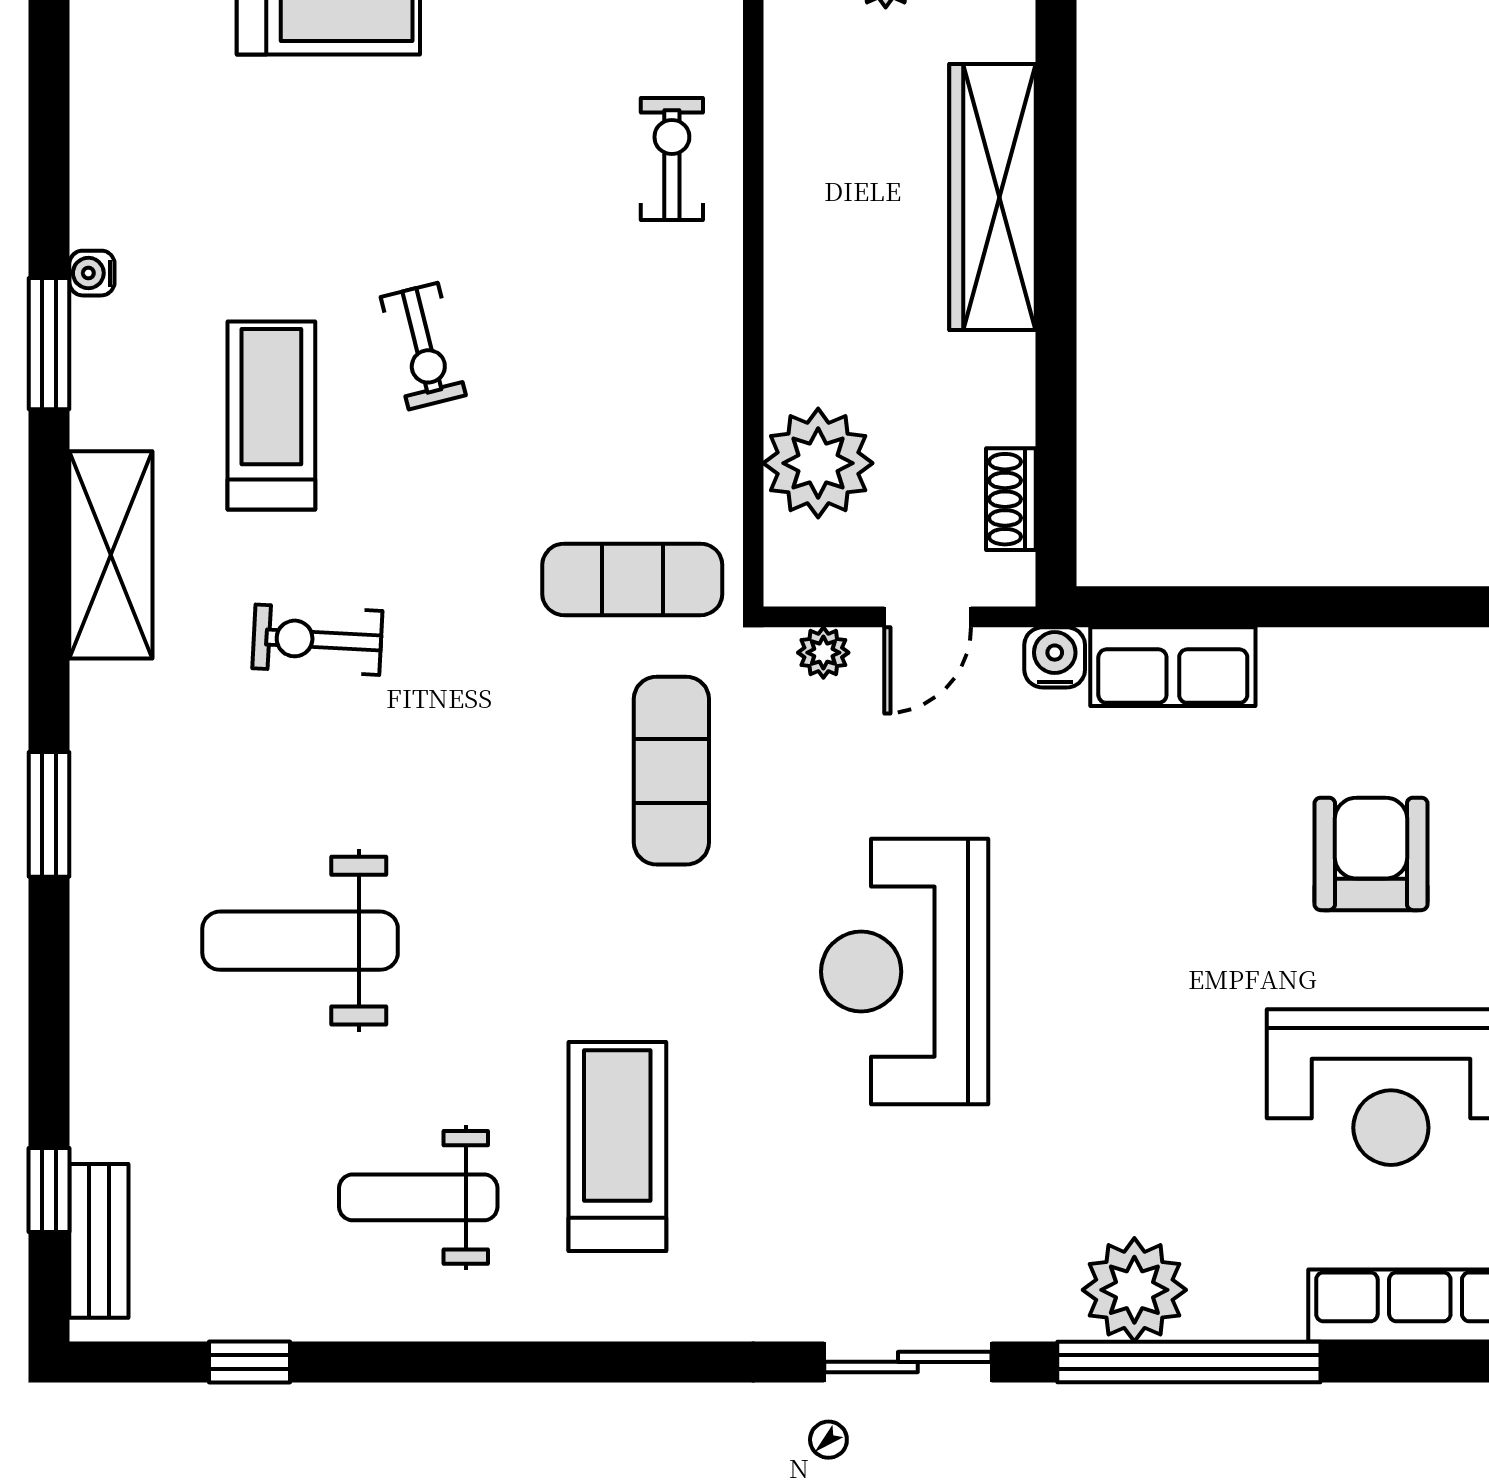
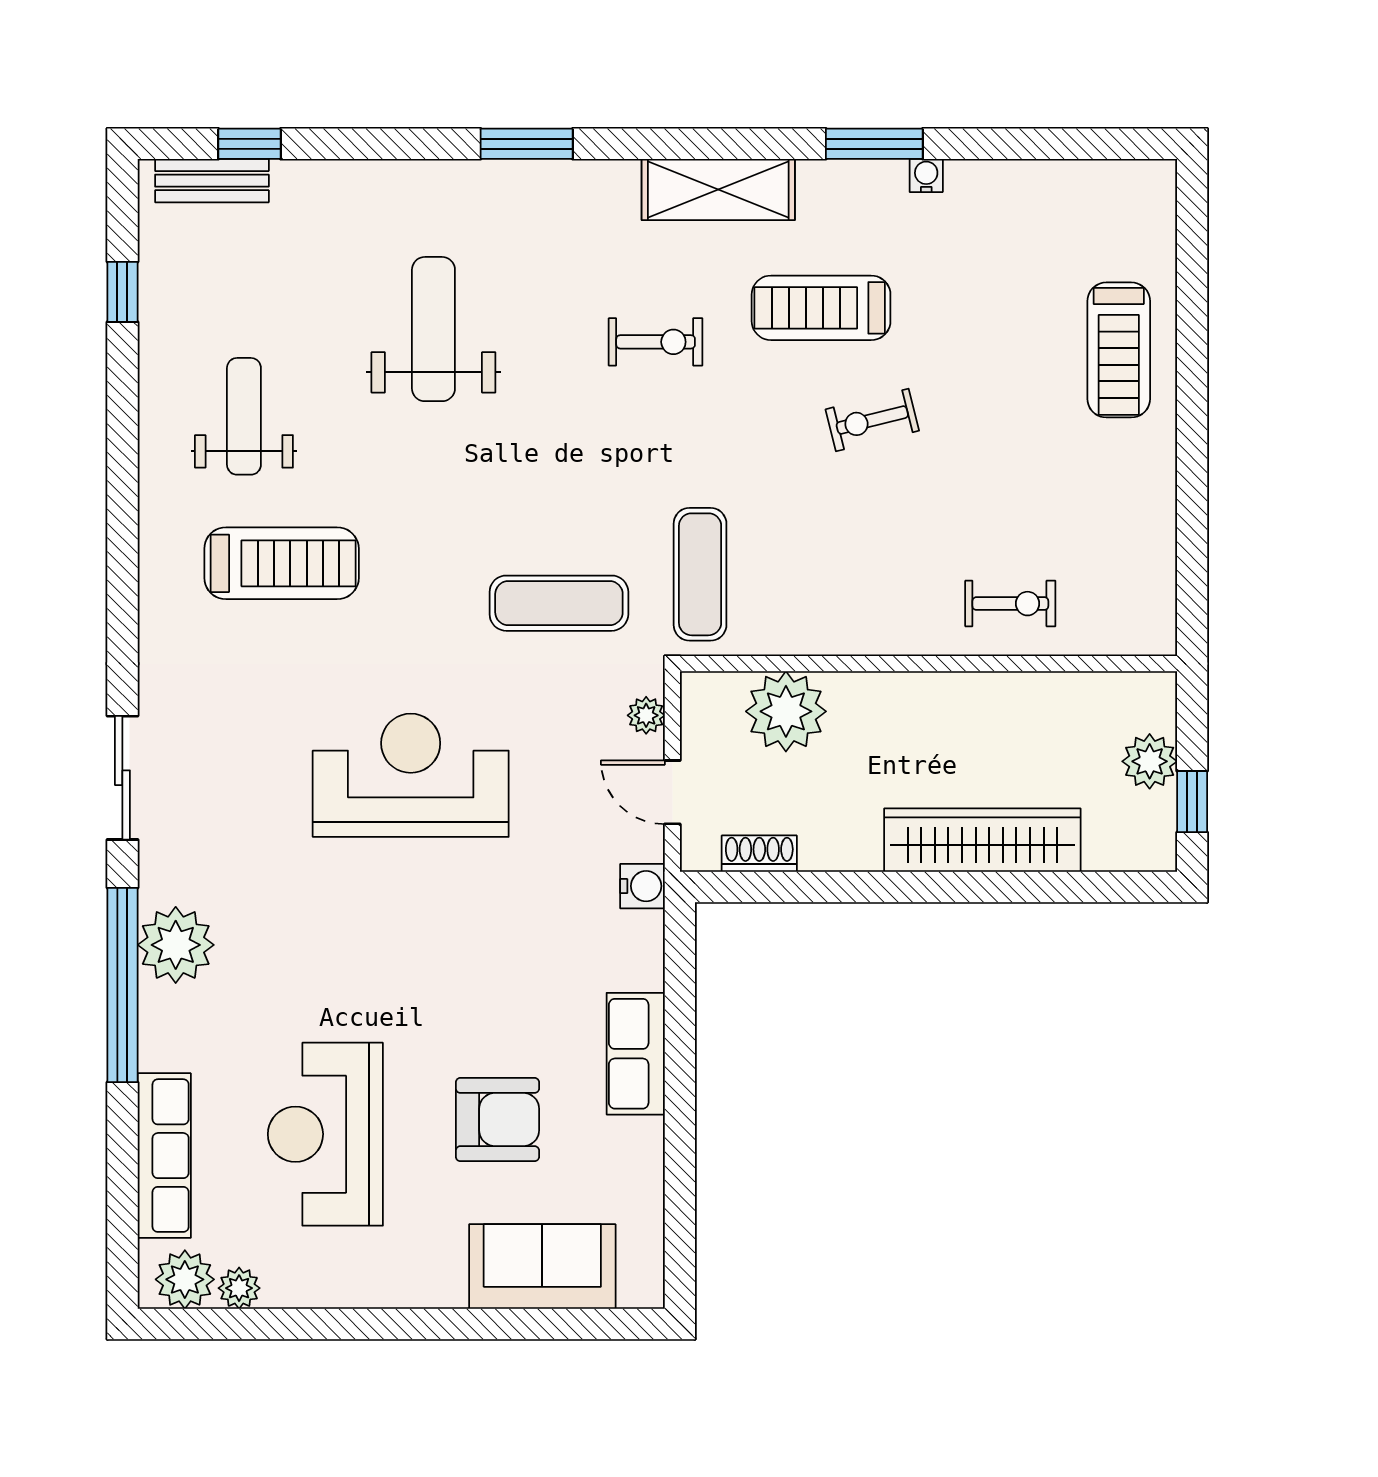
treadmill: (271, 415) -> (821, 308), turned 180
exercise bike: (317, 640) -> (656, 342), turned 87
row of seats: (1173, 667) -> (636, 1054), moved

